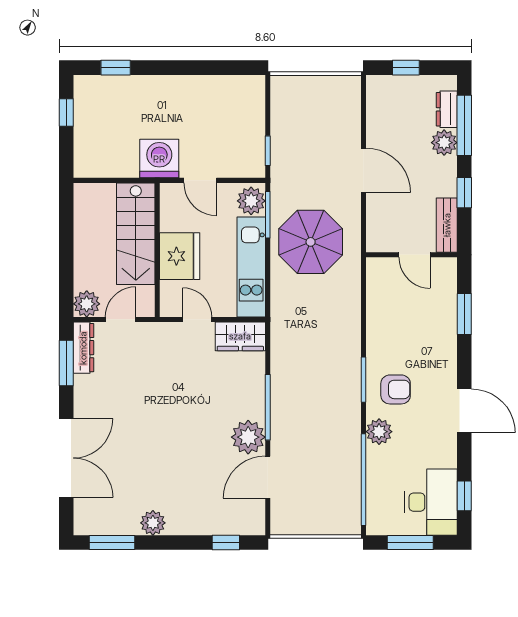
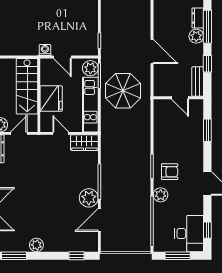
washing machine: (159, 159) -> (45, 50), width x0.53, depth x0.53

